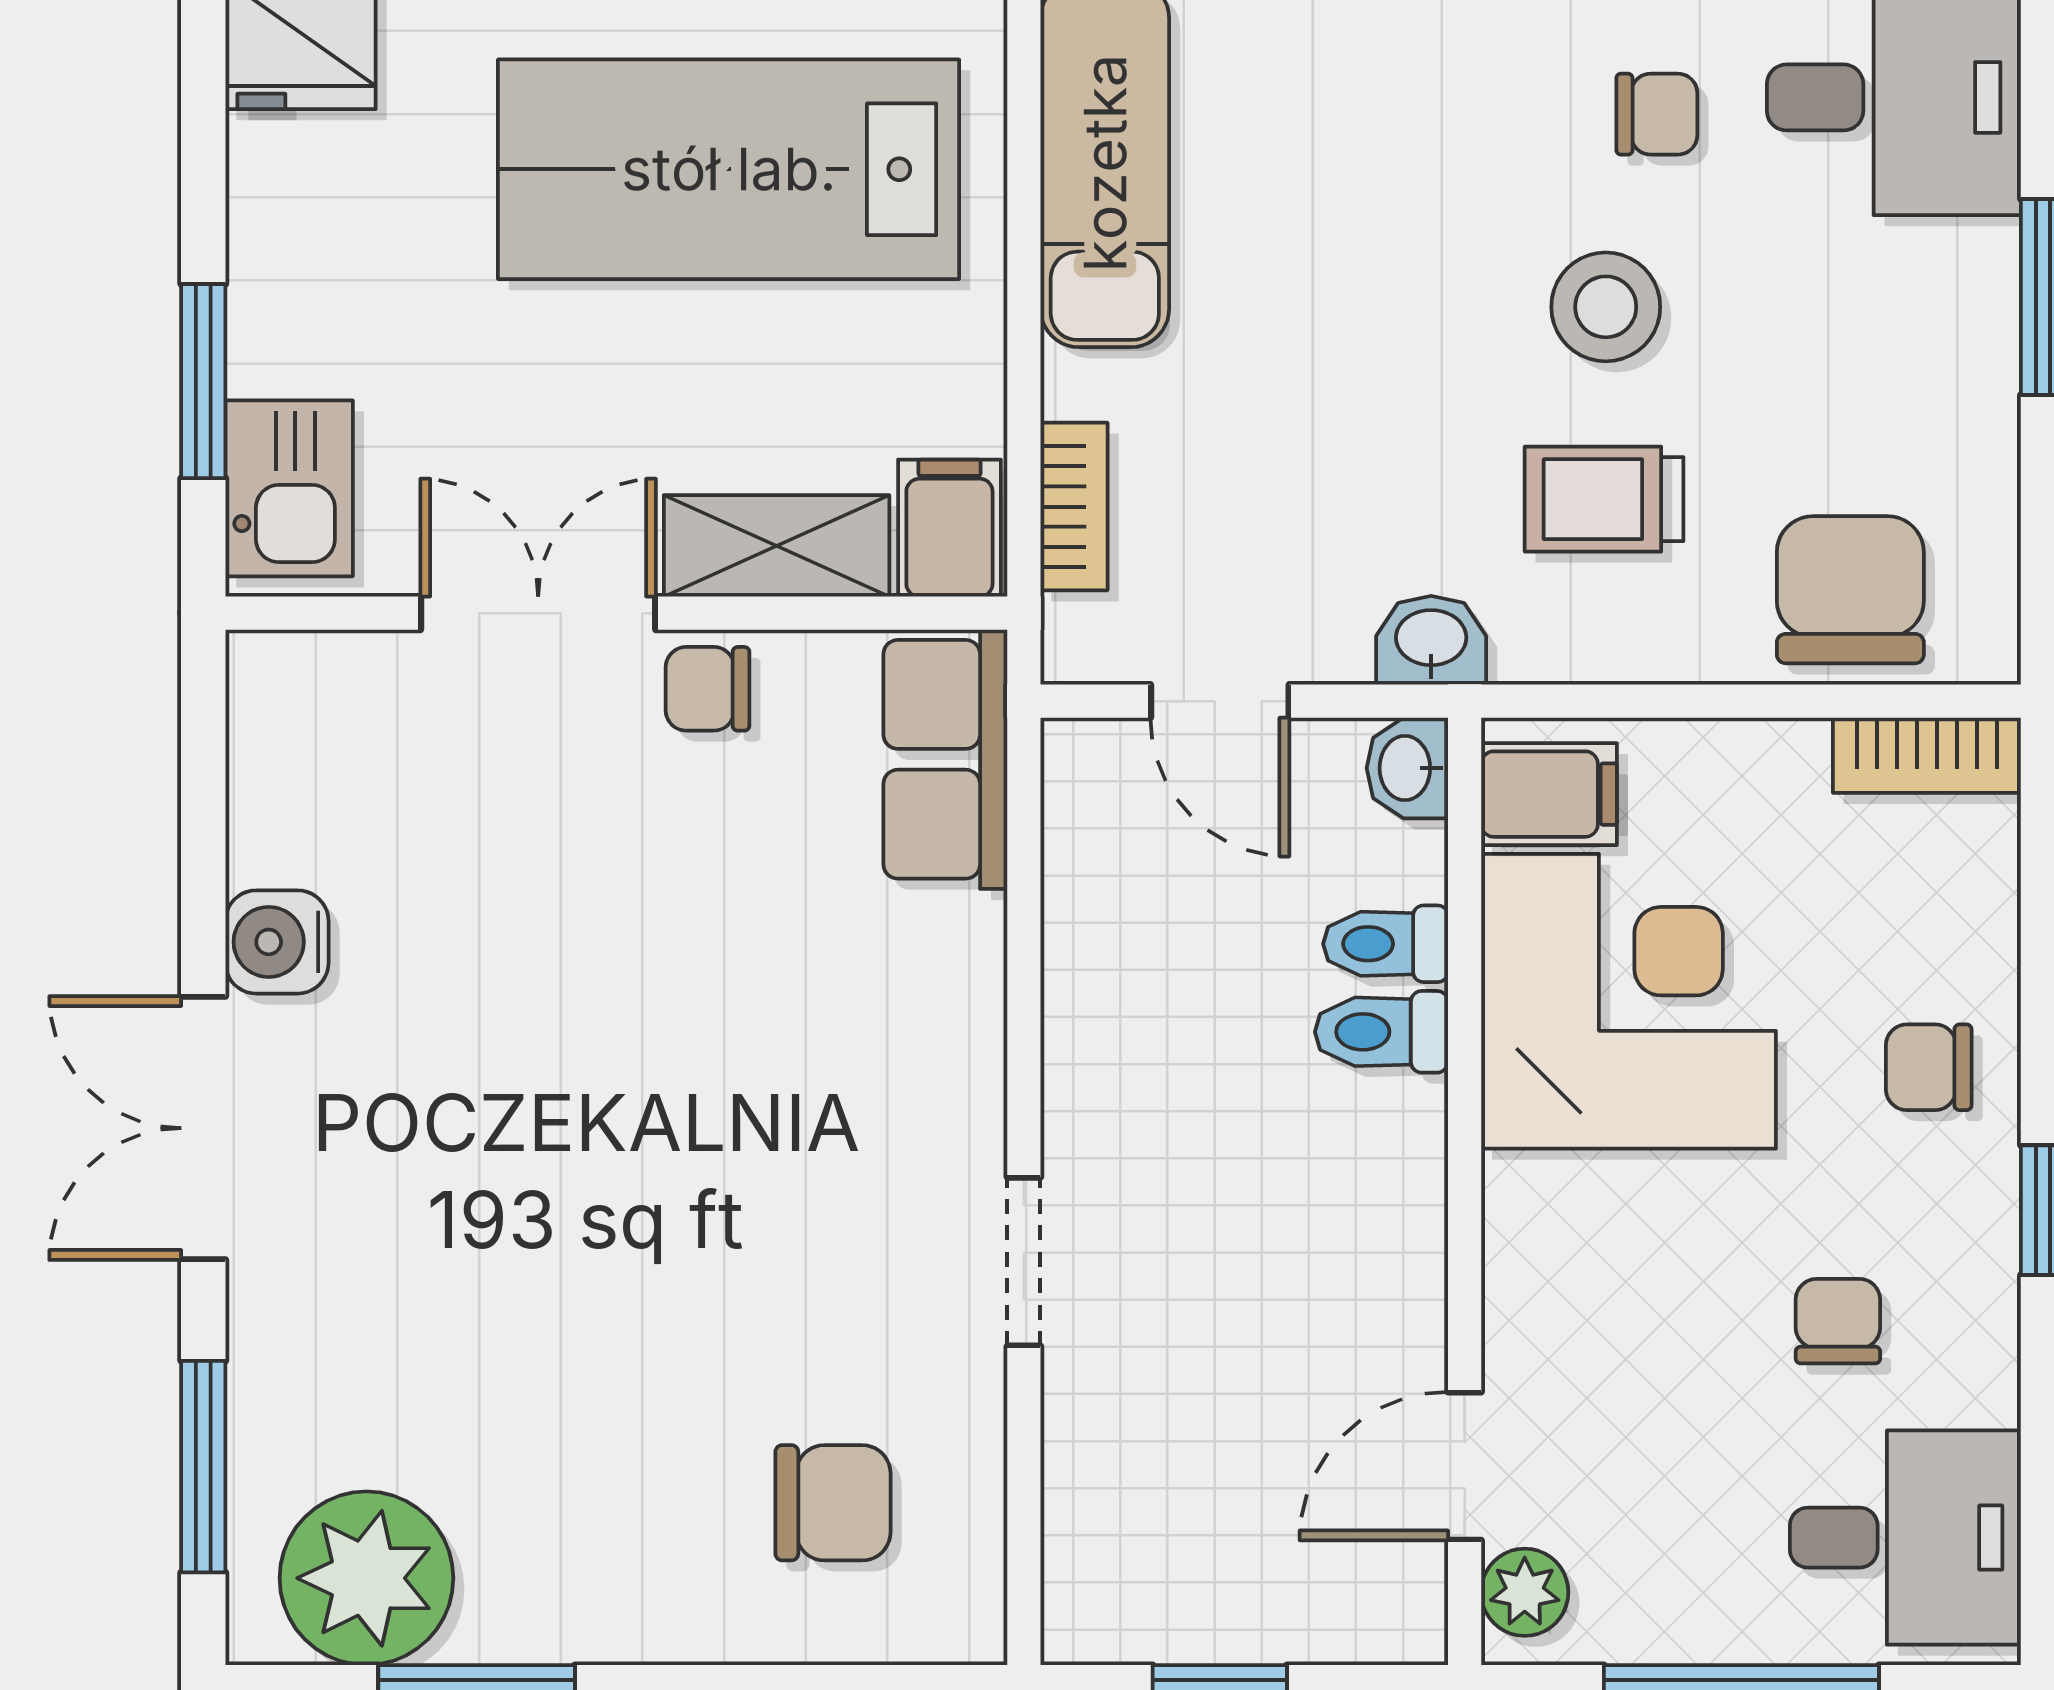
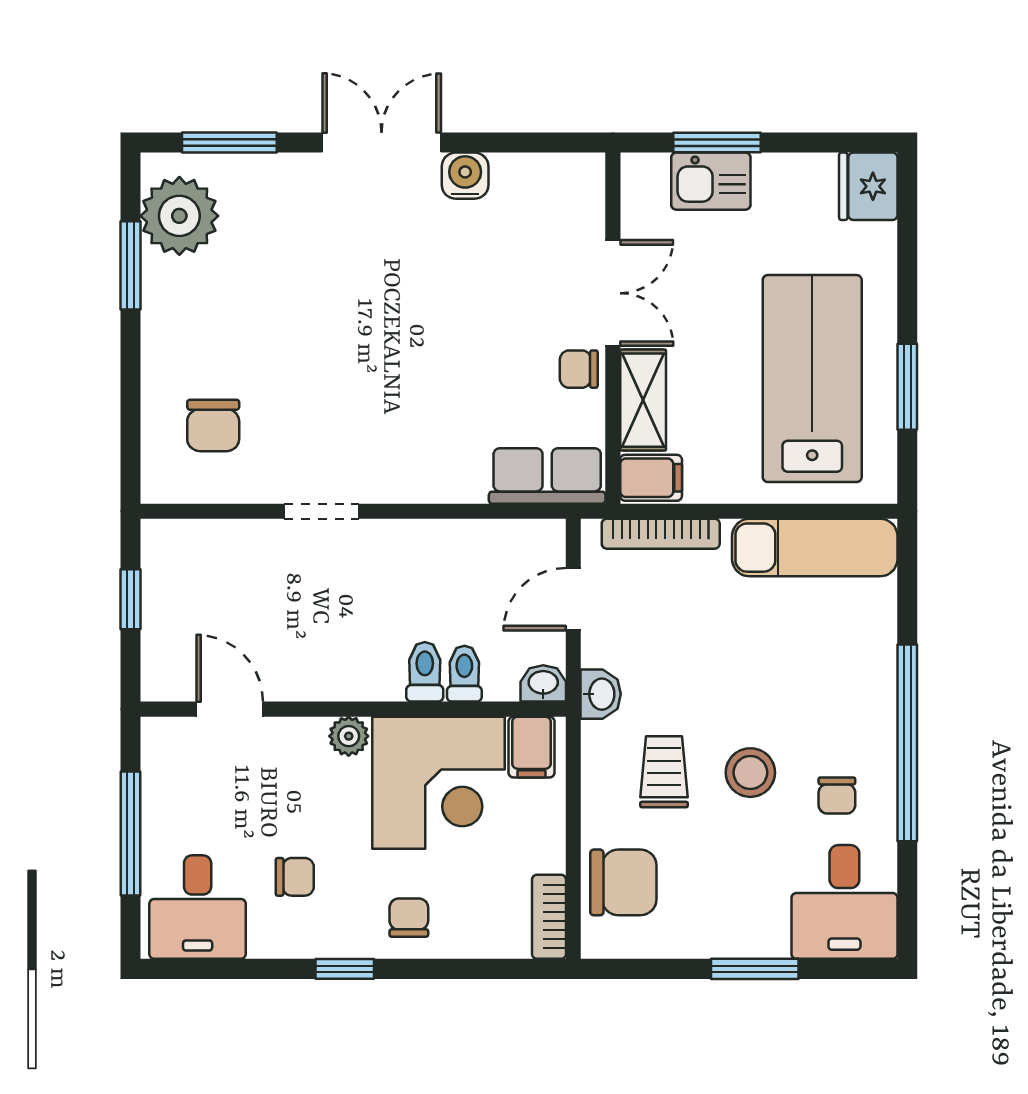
kitchen sink: (289, 488) -> (711, 181), moved
bookcase: (1074, 507) -> (661, 534), width x1.56
chair: (708, 689) -> (579, 369), turned -90
plant: (1525, 1592) -> (349, 736), moved

